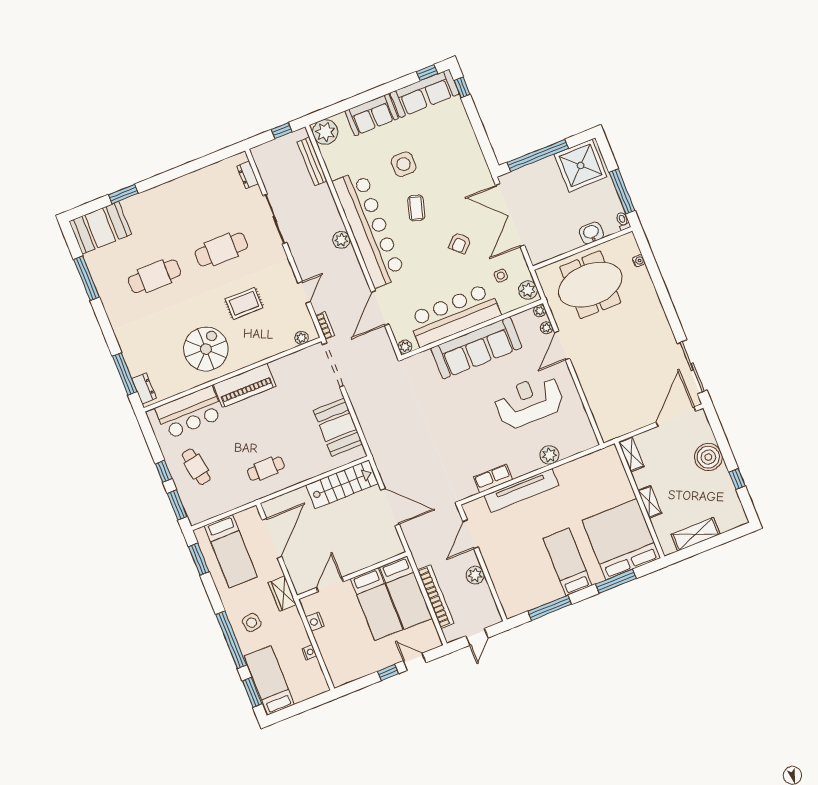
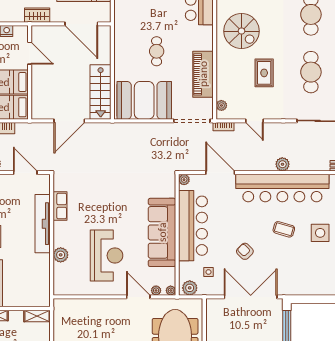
piano: (245, 385) -> (203, 74), moved
booth: (338, 427) -> (144, 100), width x1.36, depth x1.42
cafe table: (266, 469) -> (157, 51), moved

